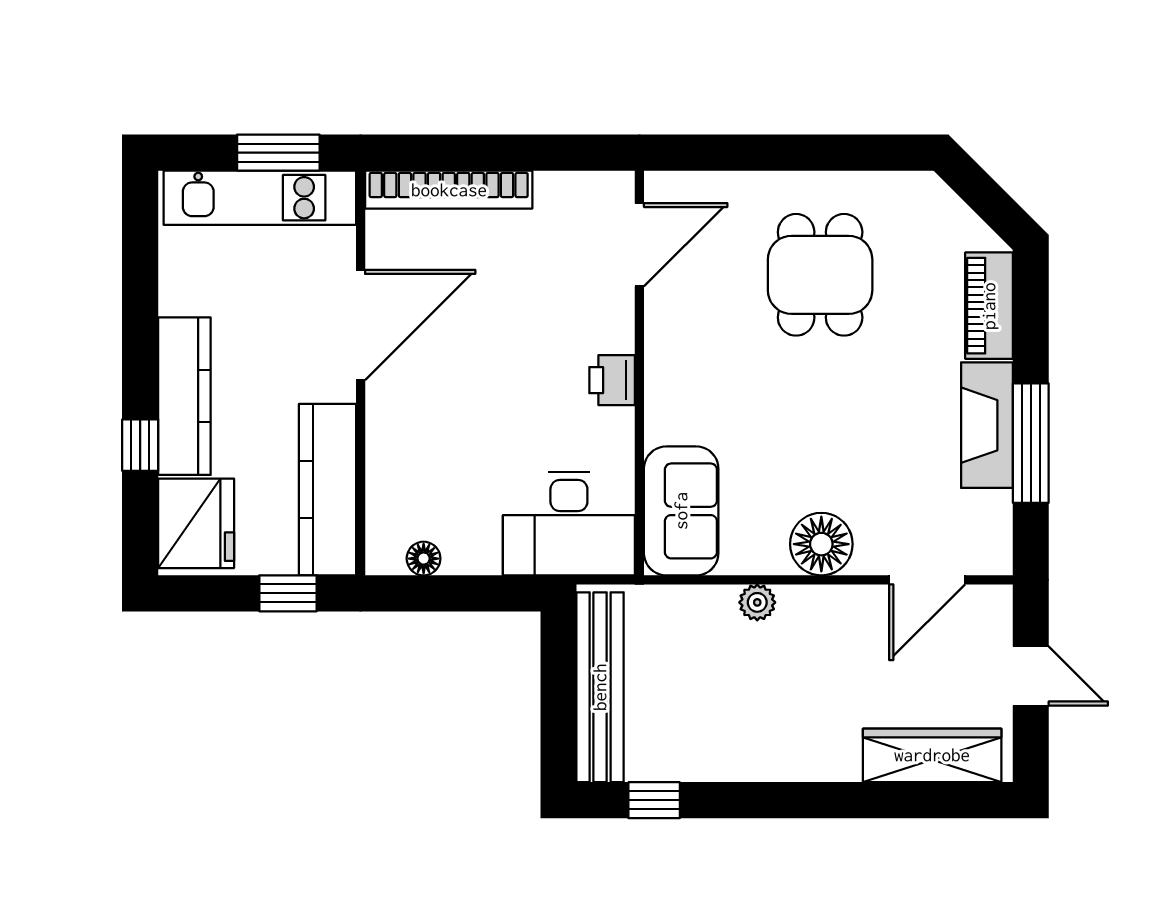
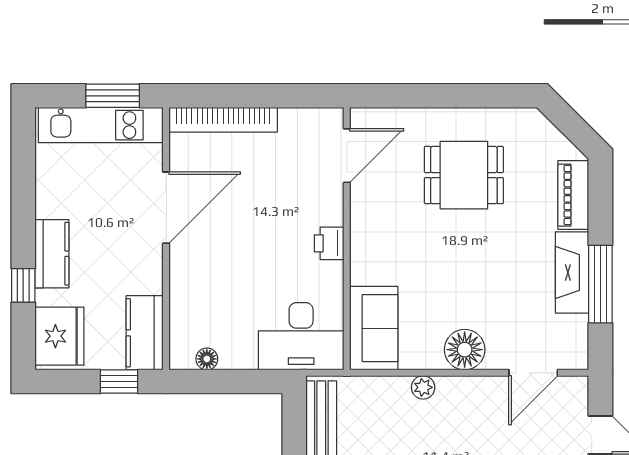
dining table: (820, 275) -> (464, 175), turned 90
kitchen counter: (184, 396) -> (52, 254), width x0.67
kitchen counter: (328, 490) -> (145, 333), width x0.67

